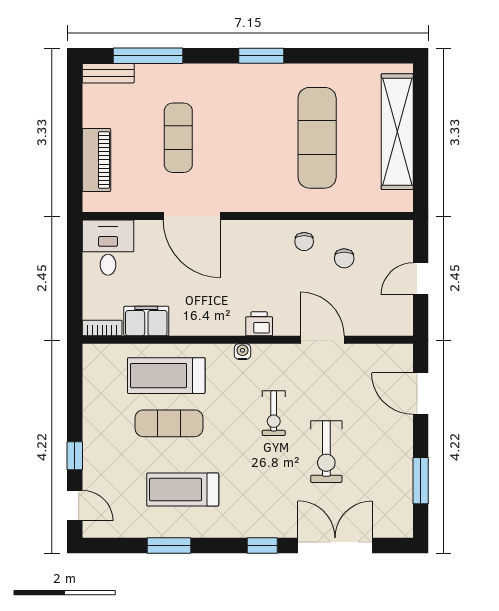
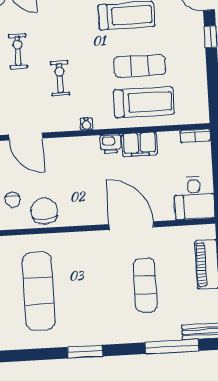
chair: (304, 242) -> (44, 211), width x1.87, depth x1.87
chair: (344, 258) -> (13, 200), turned 180
filing cabinet: (146, 321) -> (139, 144), moved
printer: (259, 324) -> (110, 144), moved
exercise bike: (326, 452) -> (18, 51), width x0.73, depth x0.72

